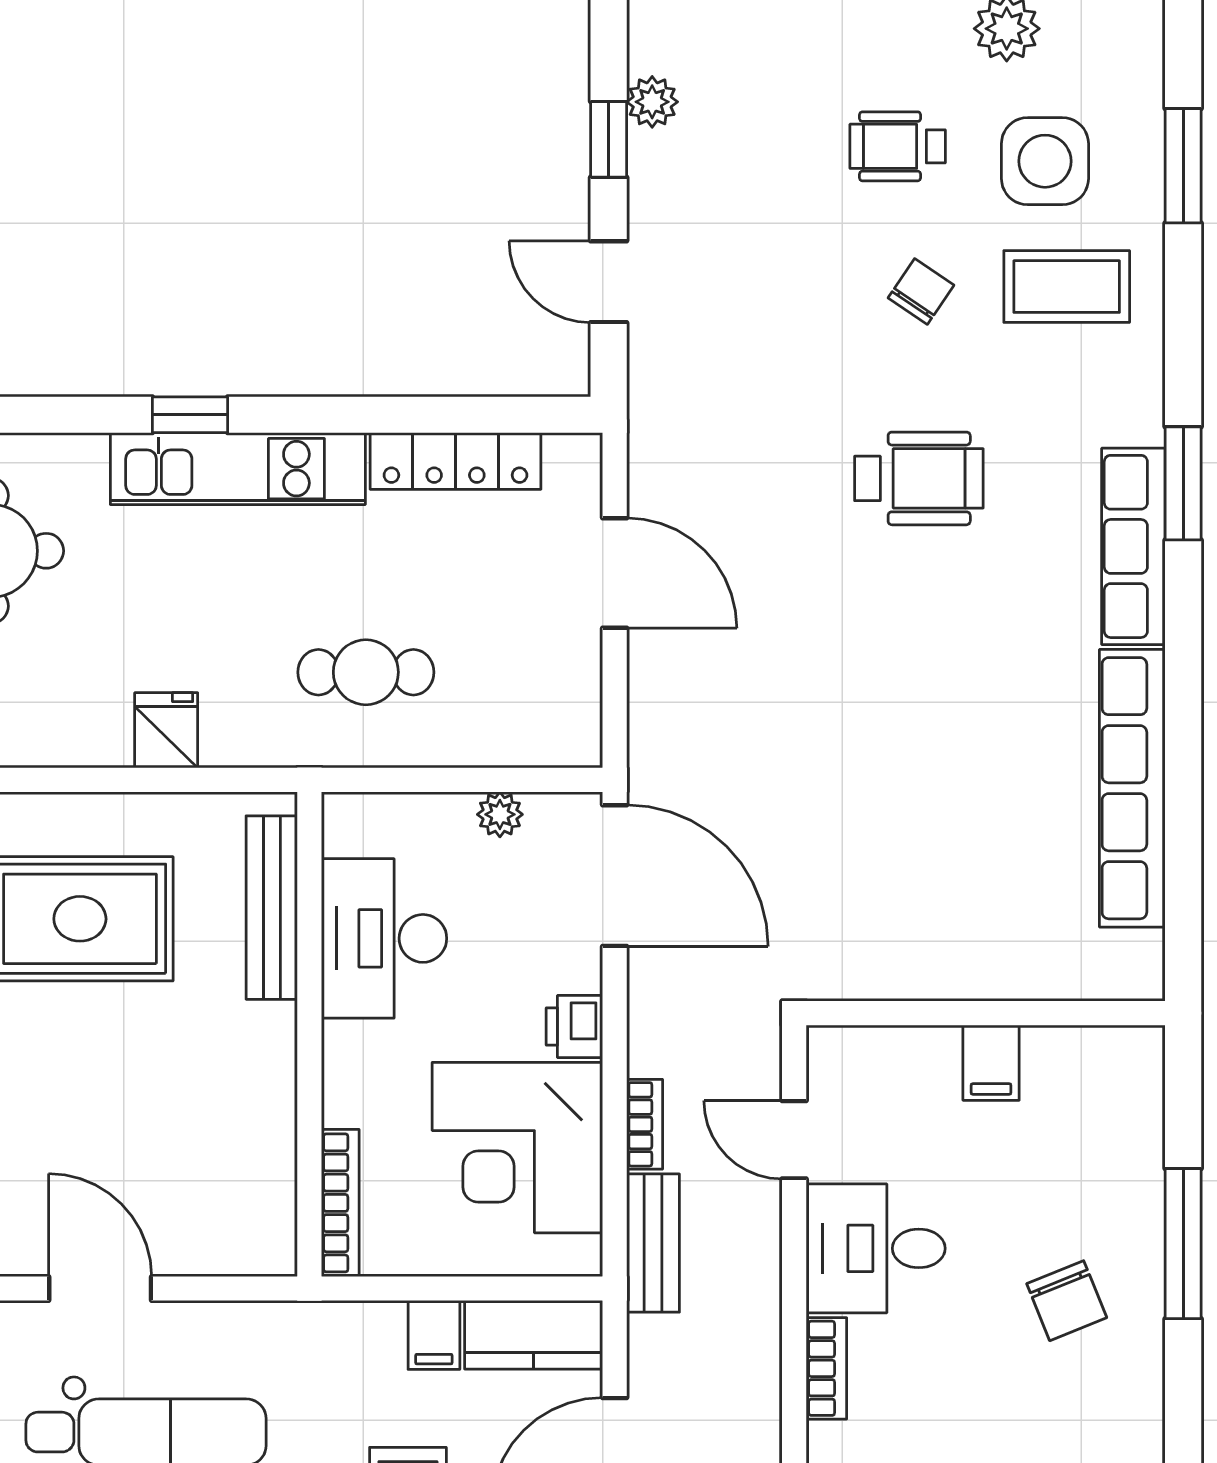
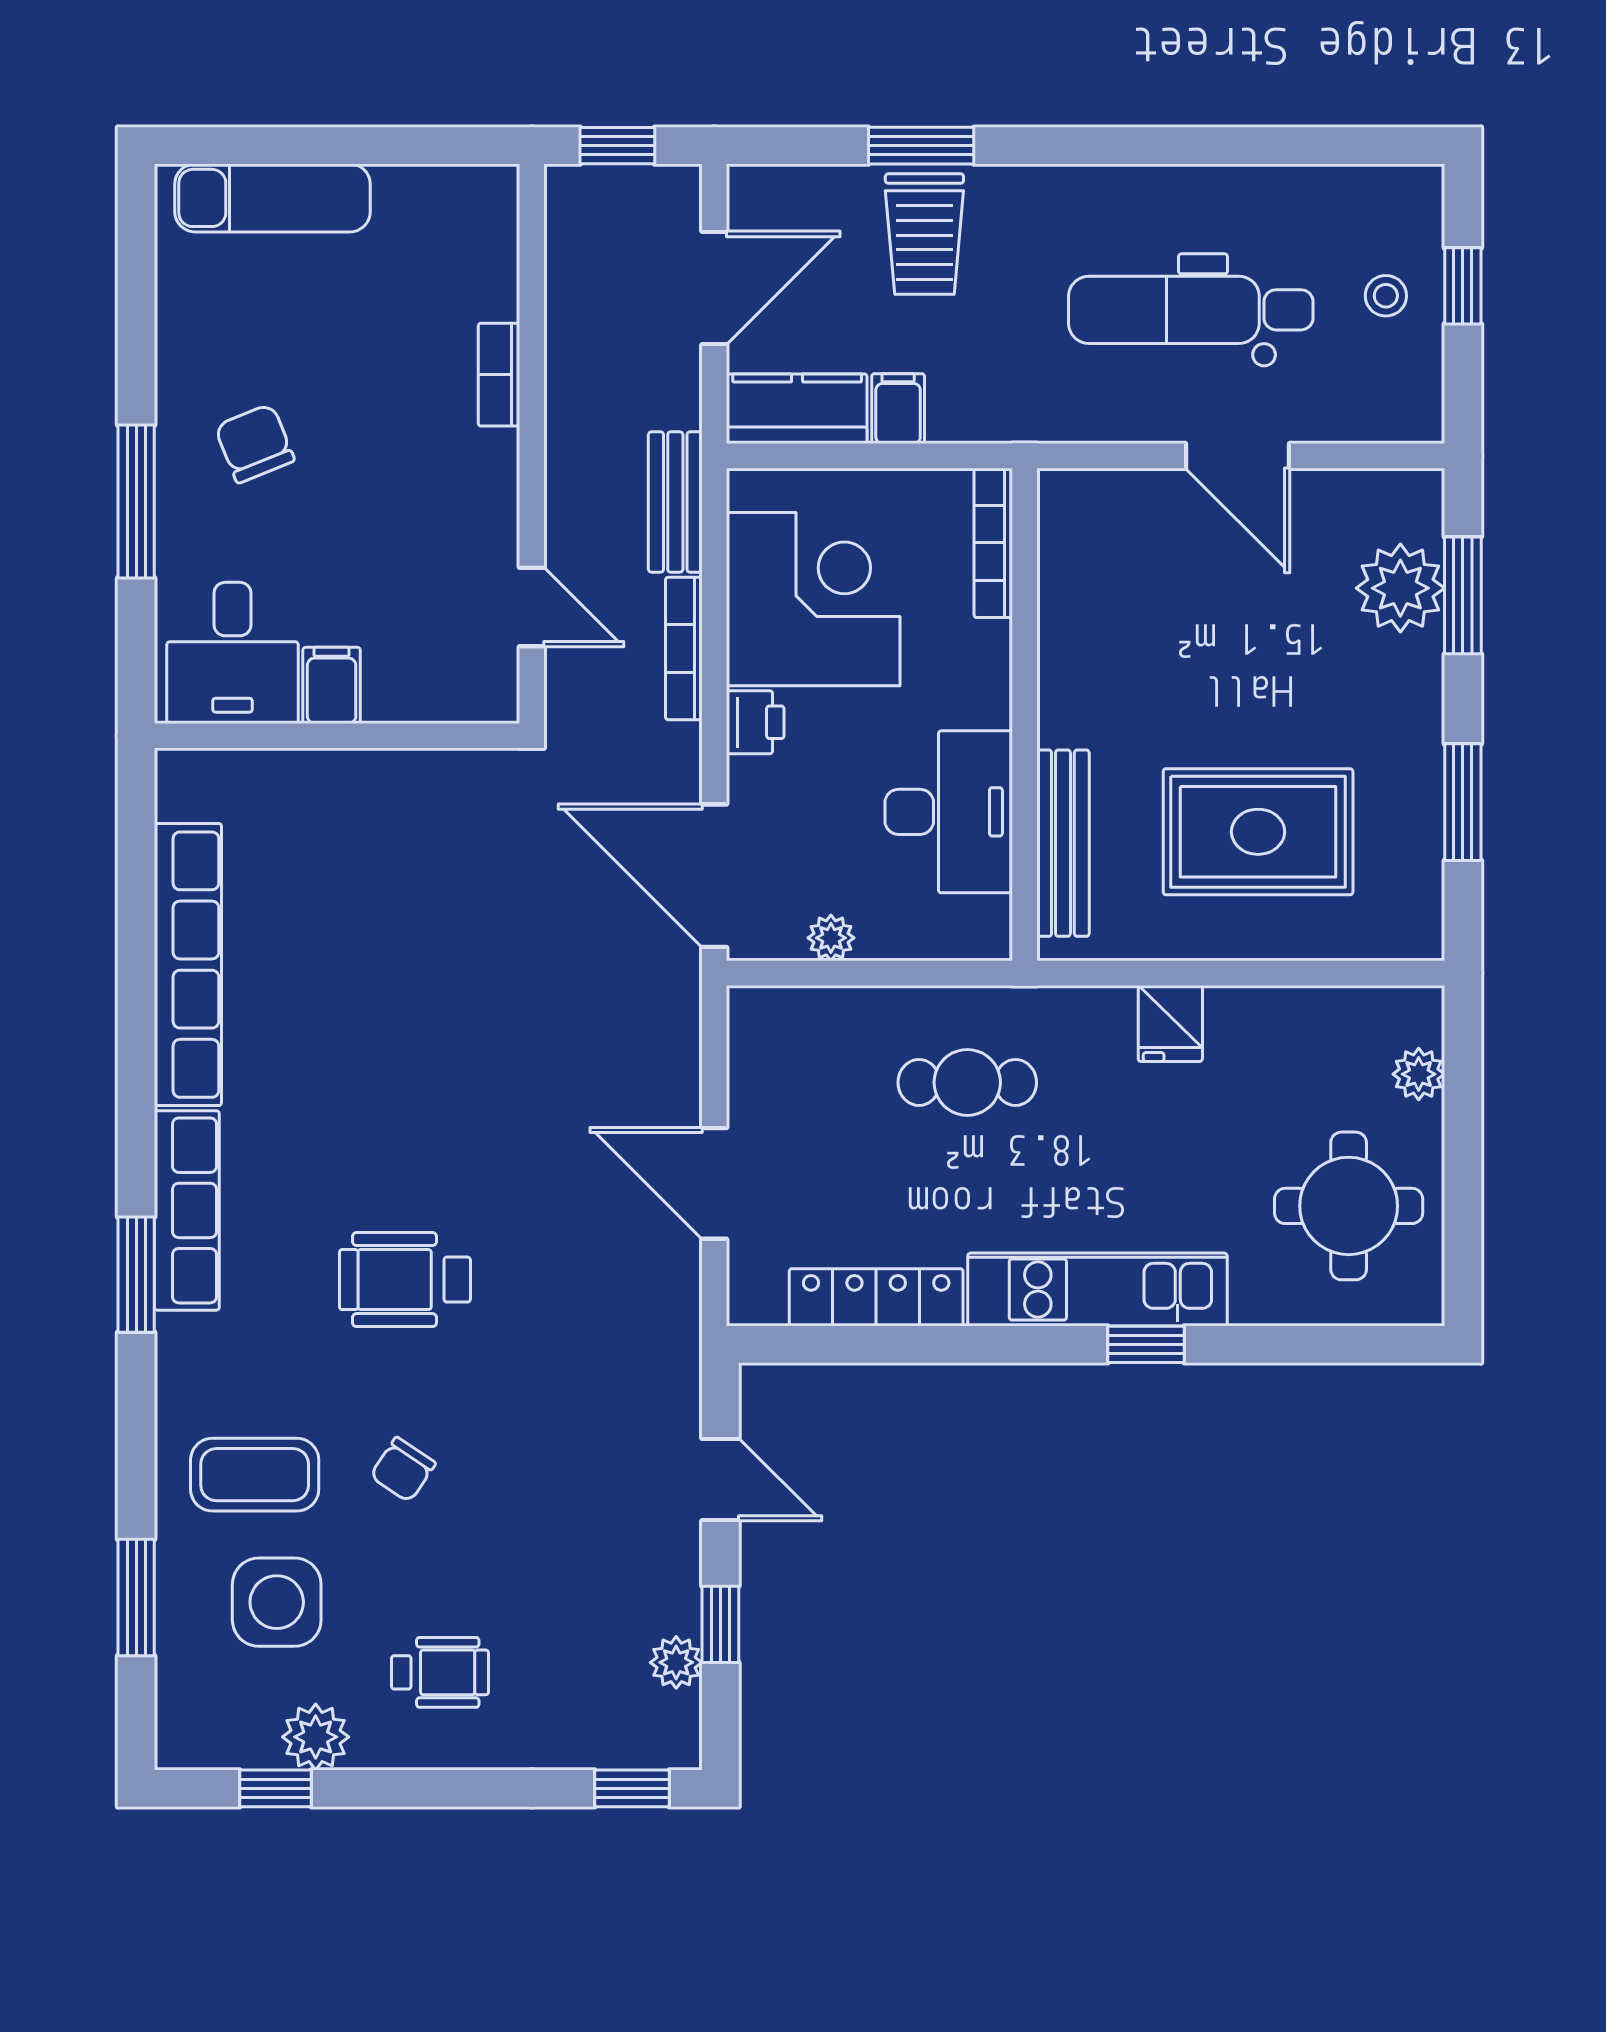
wheelchair: (898, 146) -> (440, 1672), moved
bookcase: (645, 1124) -> (684, 649), width x1.56
desk: (876, 1248) -> (233, 653), moved, turned 90

